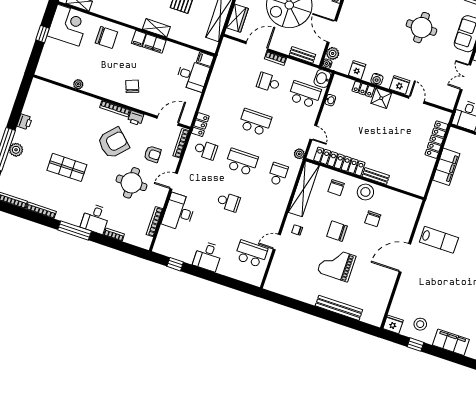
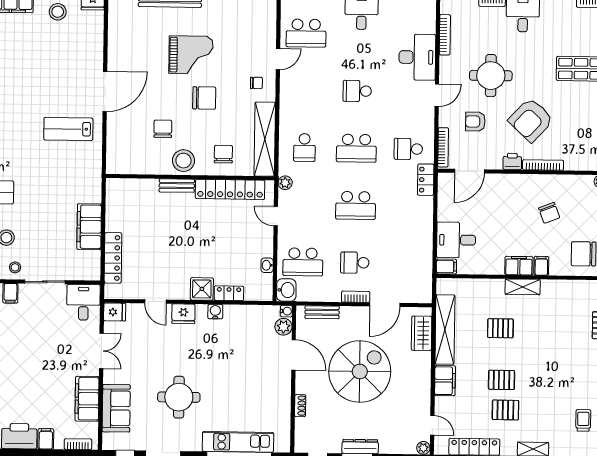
fridge: (357, 70) -> (115, 312), moved, turned -90
school desk: (268, 82) -> (355, 263), turned 180
chair: (132, 86) -> (549, 213), moved

